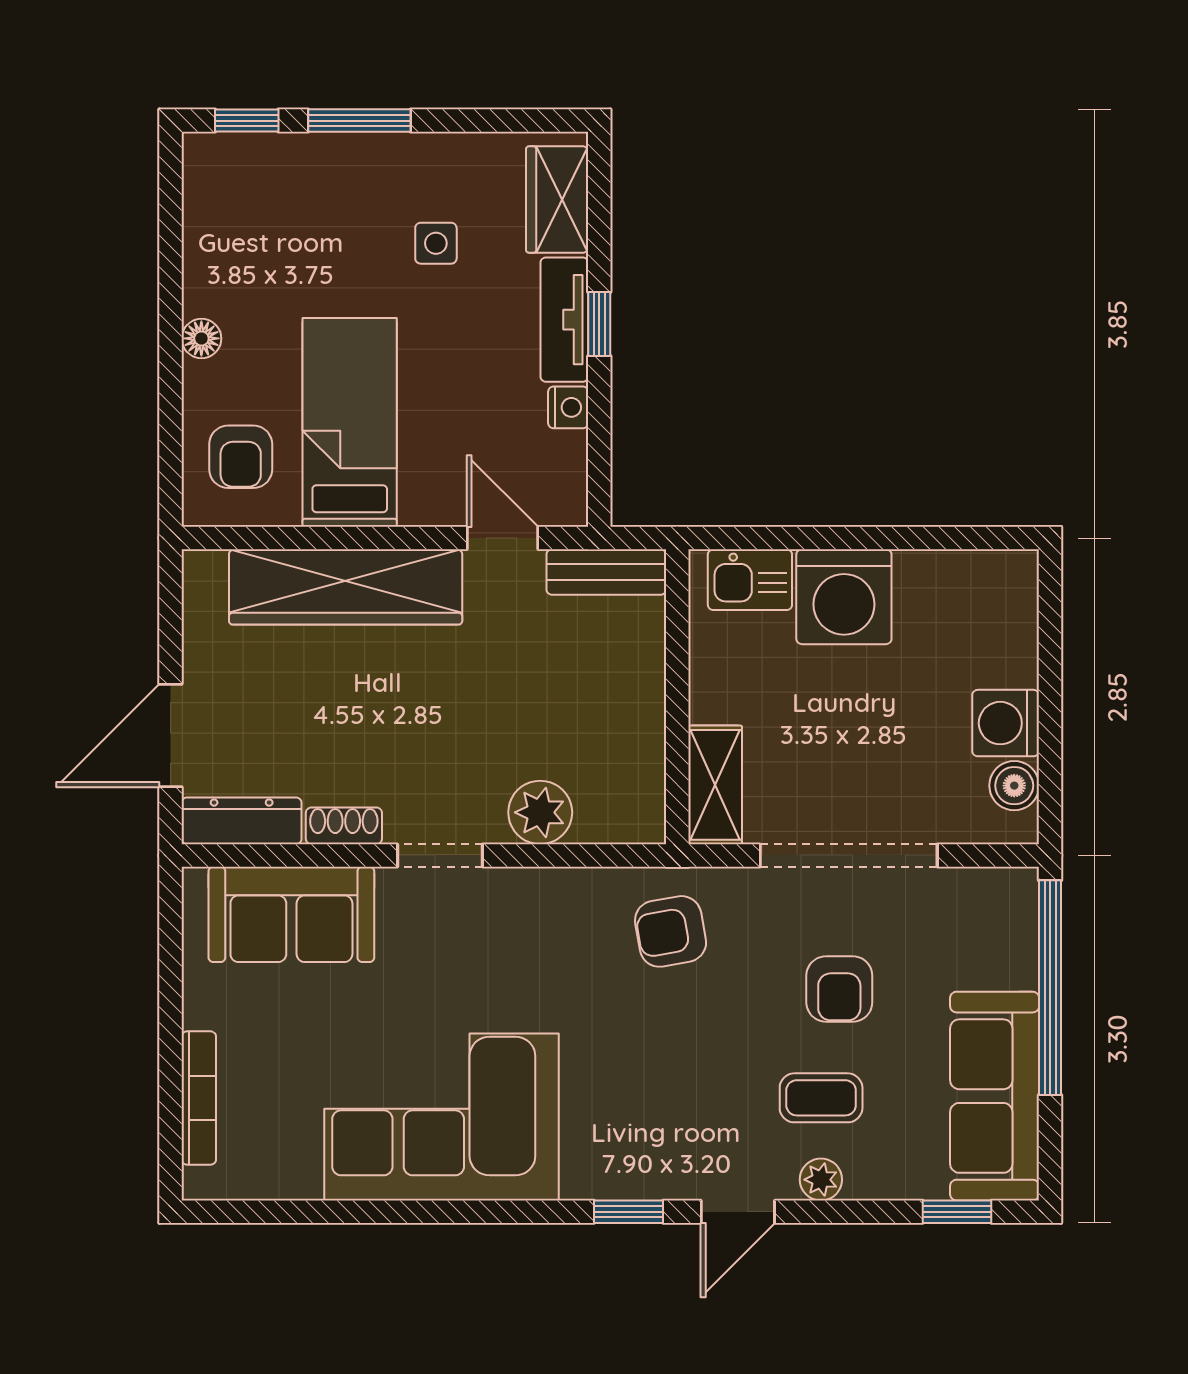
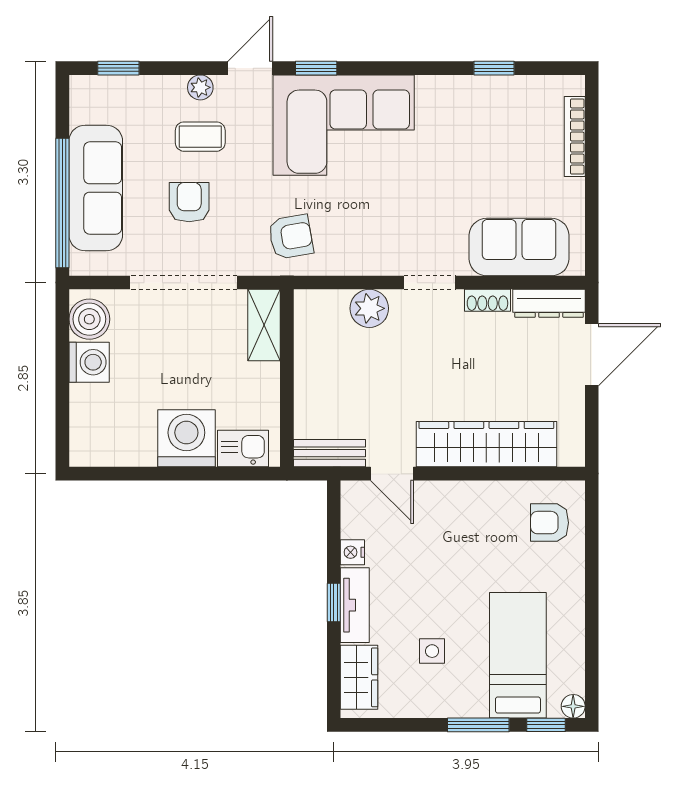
floor lamp: (201, 338) -> (573, 706), moved
bed: (350, 422) -> (518, 655), moved, turned 180
armchair: (241, 457) -> (550, 523), turned -90
boiler: (1014, 786) -> (89, 319), width x1.36, depth x1.36
sofa: (995, 1096) -> (96, 188), moved
corner sofa: (441, 1117) -> (344, 125), moved
window: (333, 1212) -> (494, 68), added

